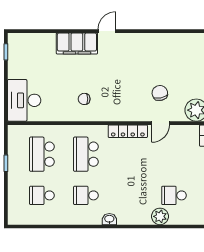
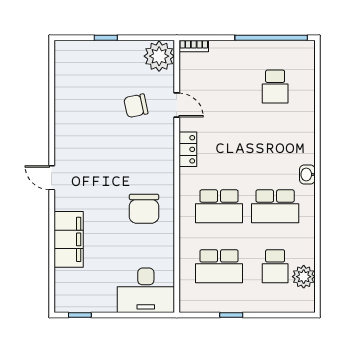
filing cabinet: (77, 43) -> (69, 239), moved
chair: (84, 99) -> (144, 209), width x1.87, depth x1.87
locker: (128, 131) -> (188, 149), width x0.66
school desk: (86, 195) -> (275, 206), width x1.85
plant: (160, 216) -> (304, 277), moved

